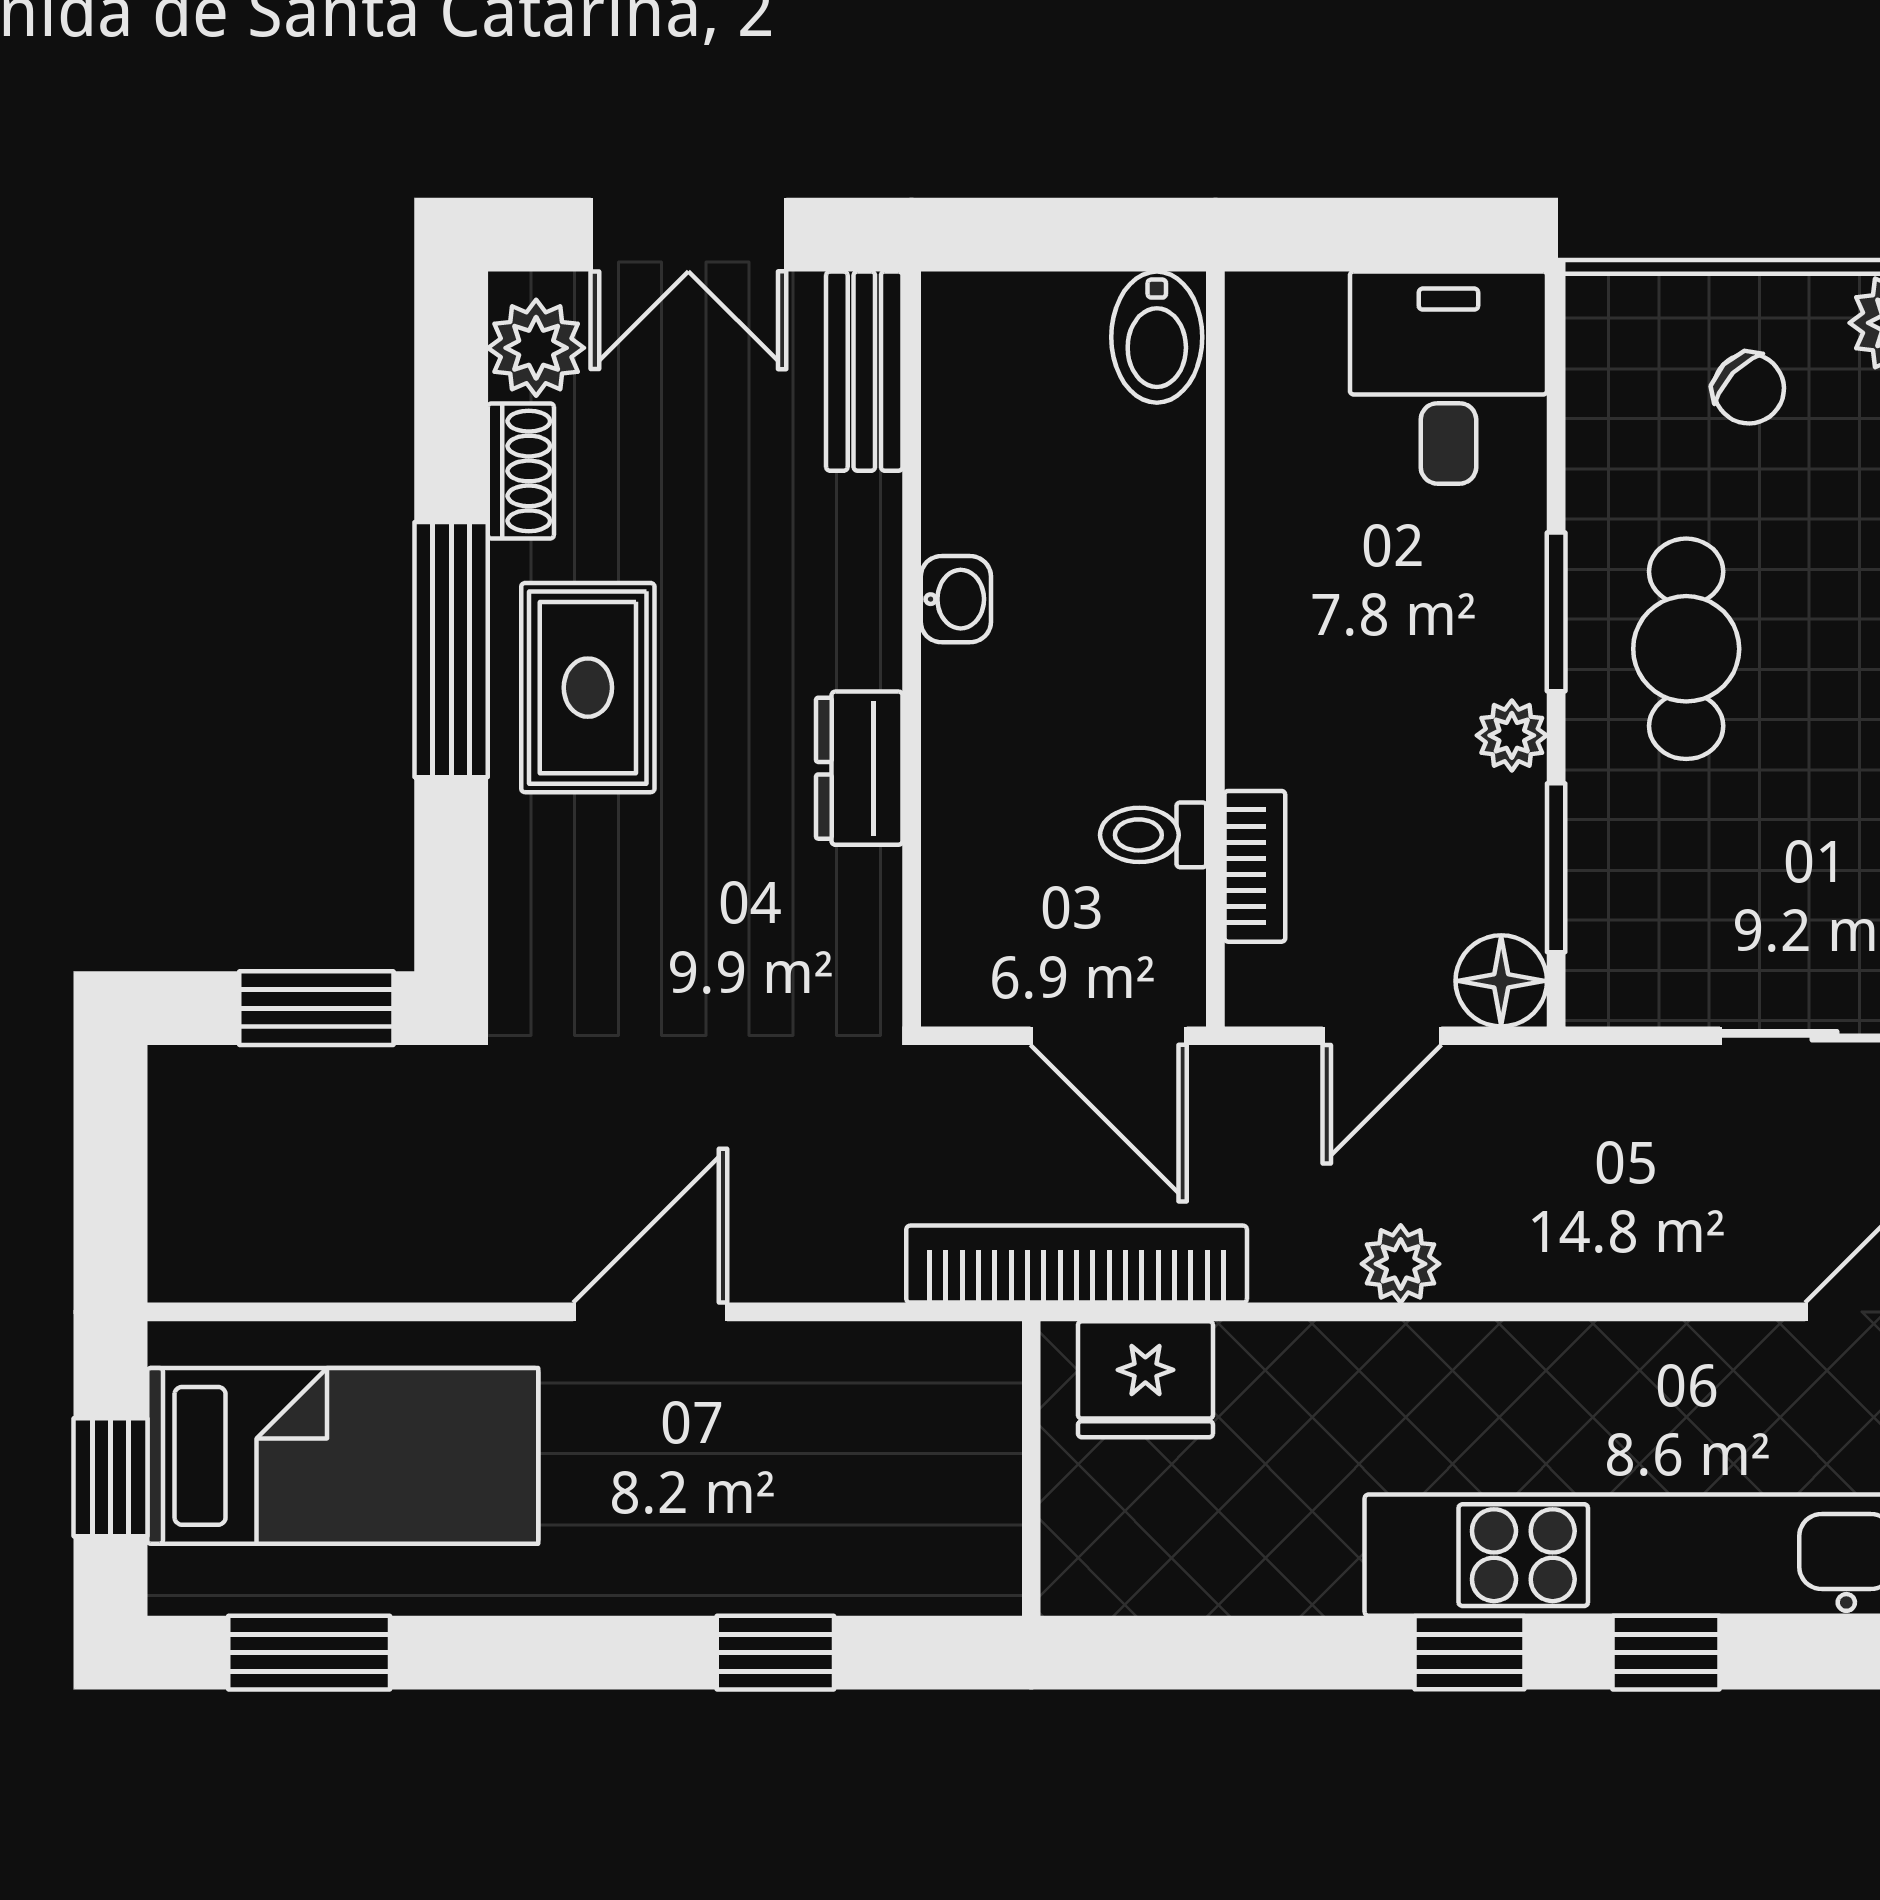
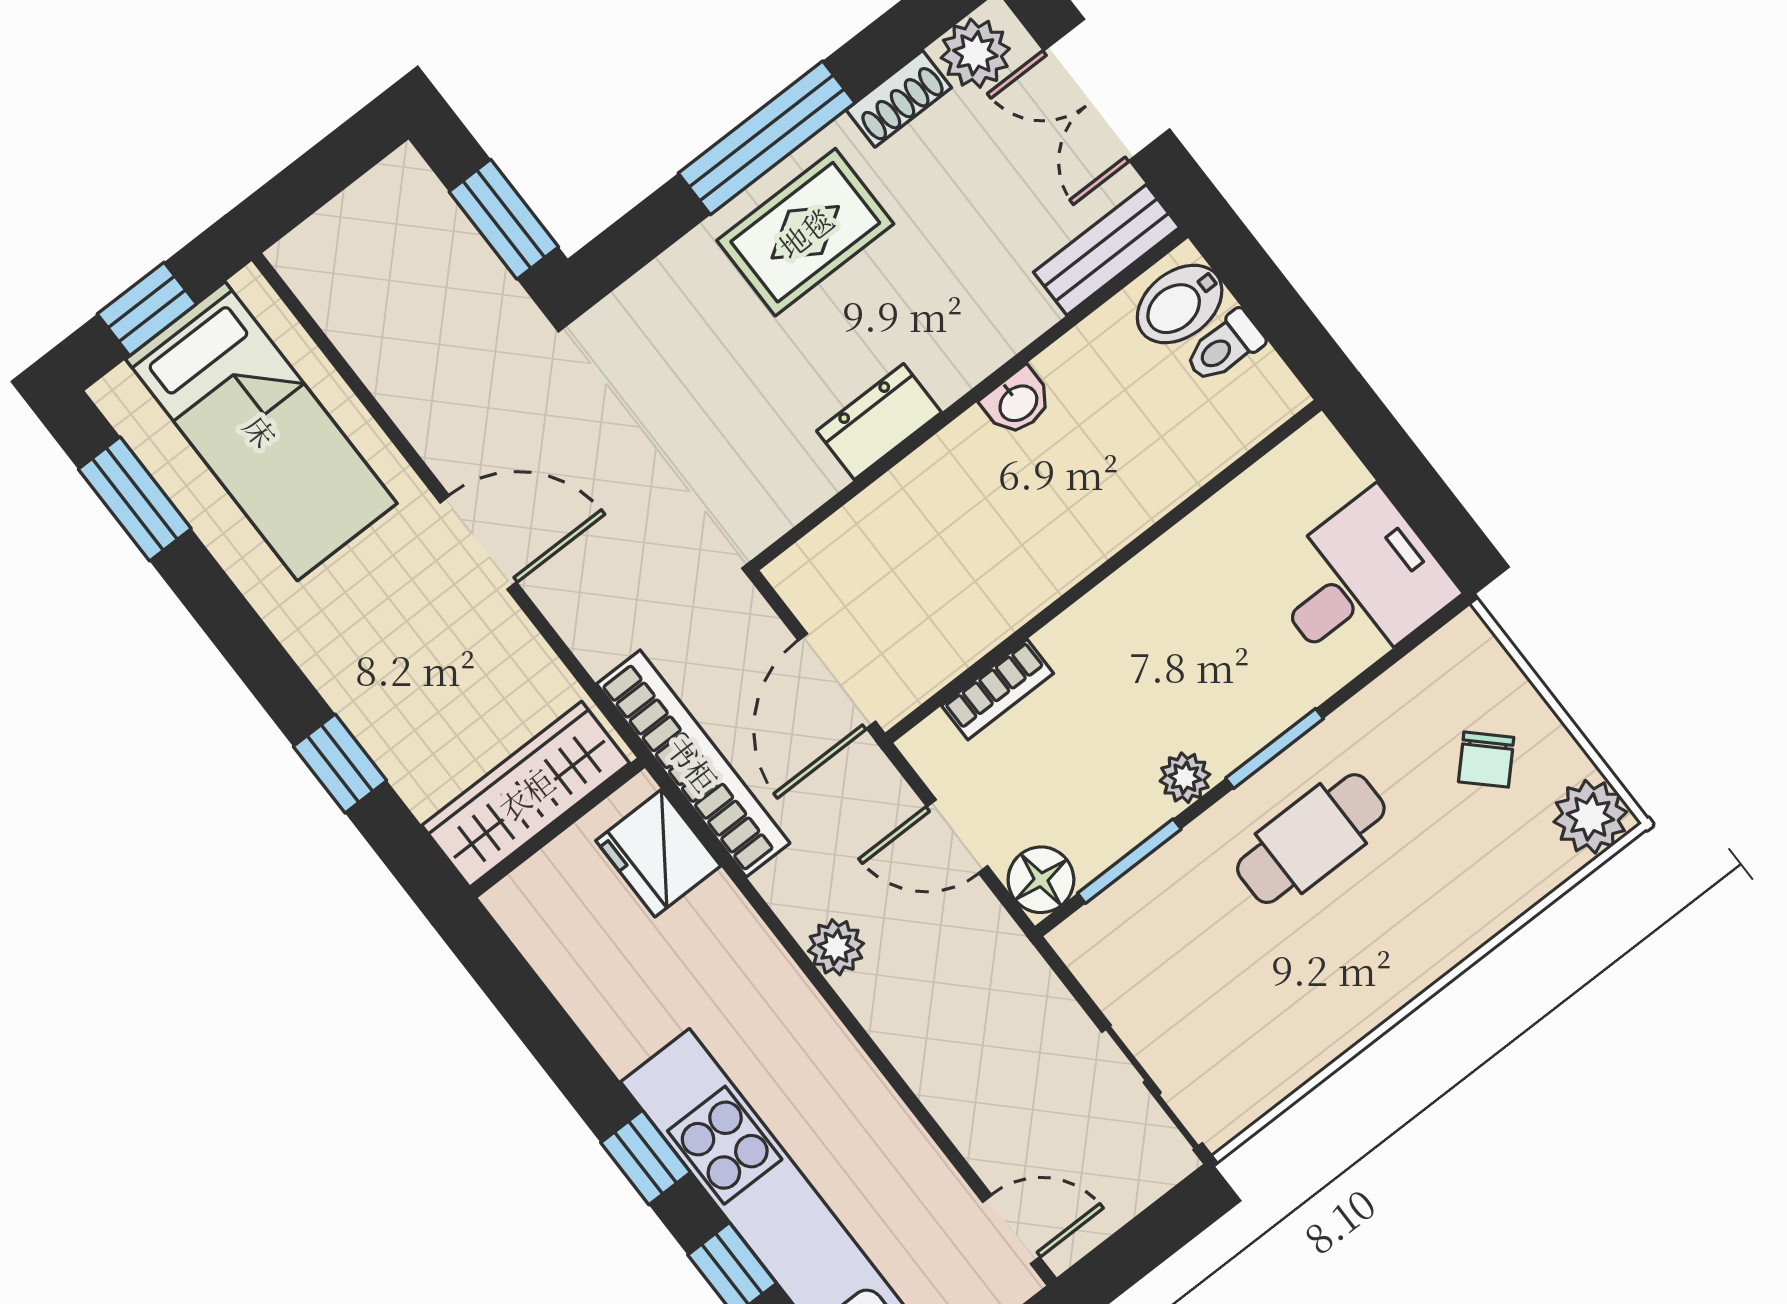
bidet: (1157, 337) -> (1180, 304), moved
toilet: (1153, 835) -> (1224, 347), moved, turned -90
wardrobe: (968, 1475) -> (526, 794), added

